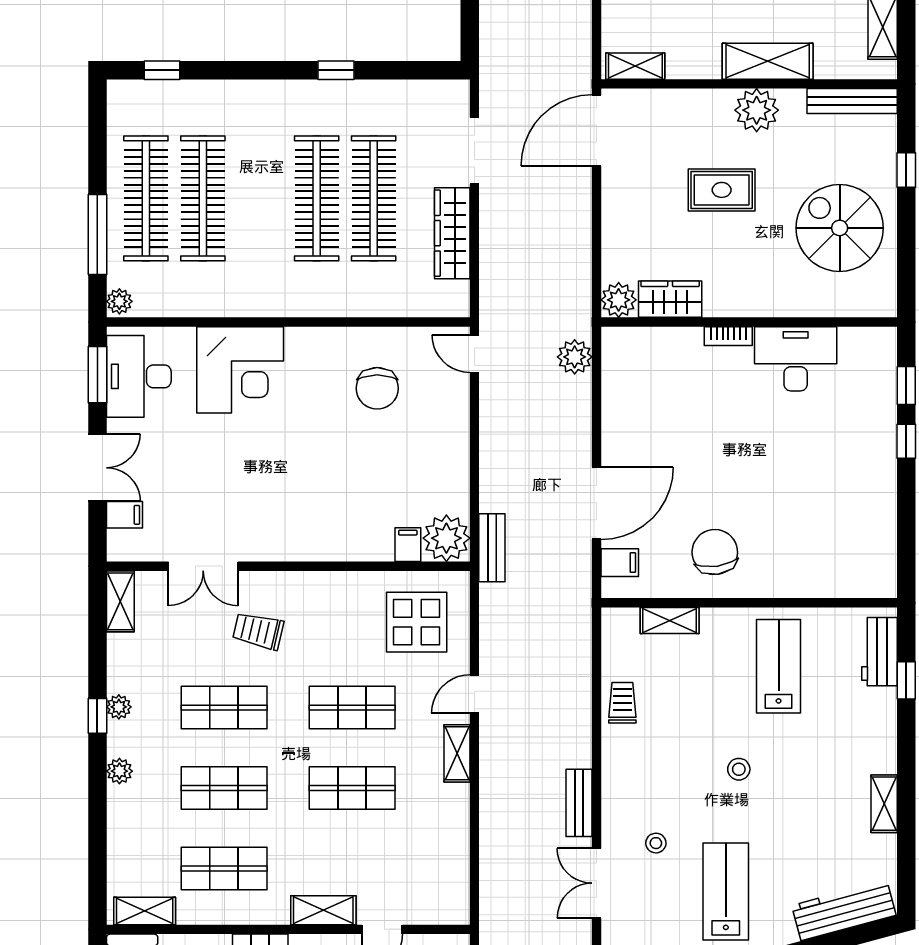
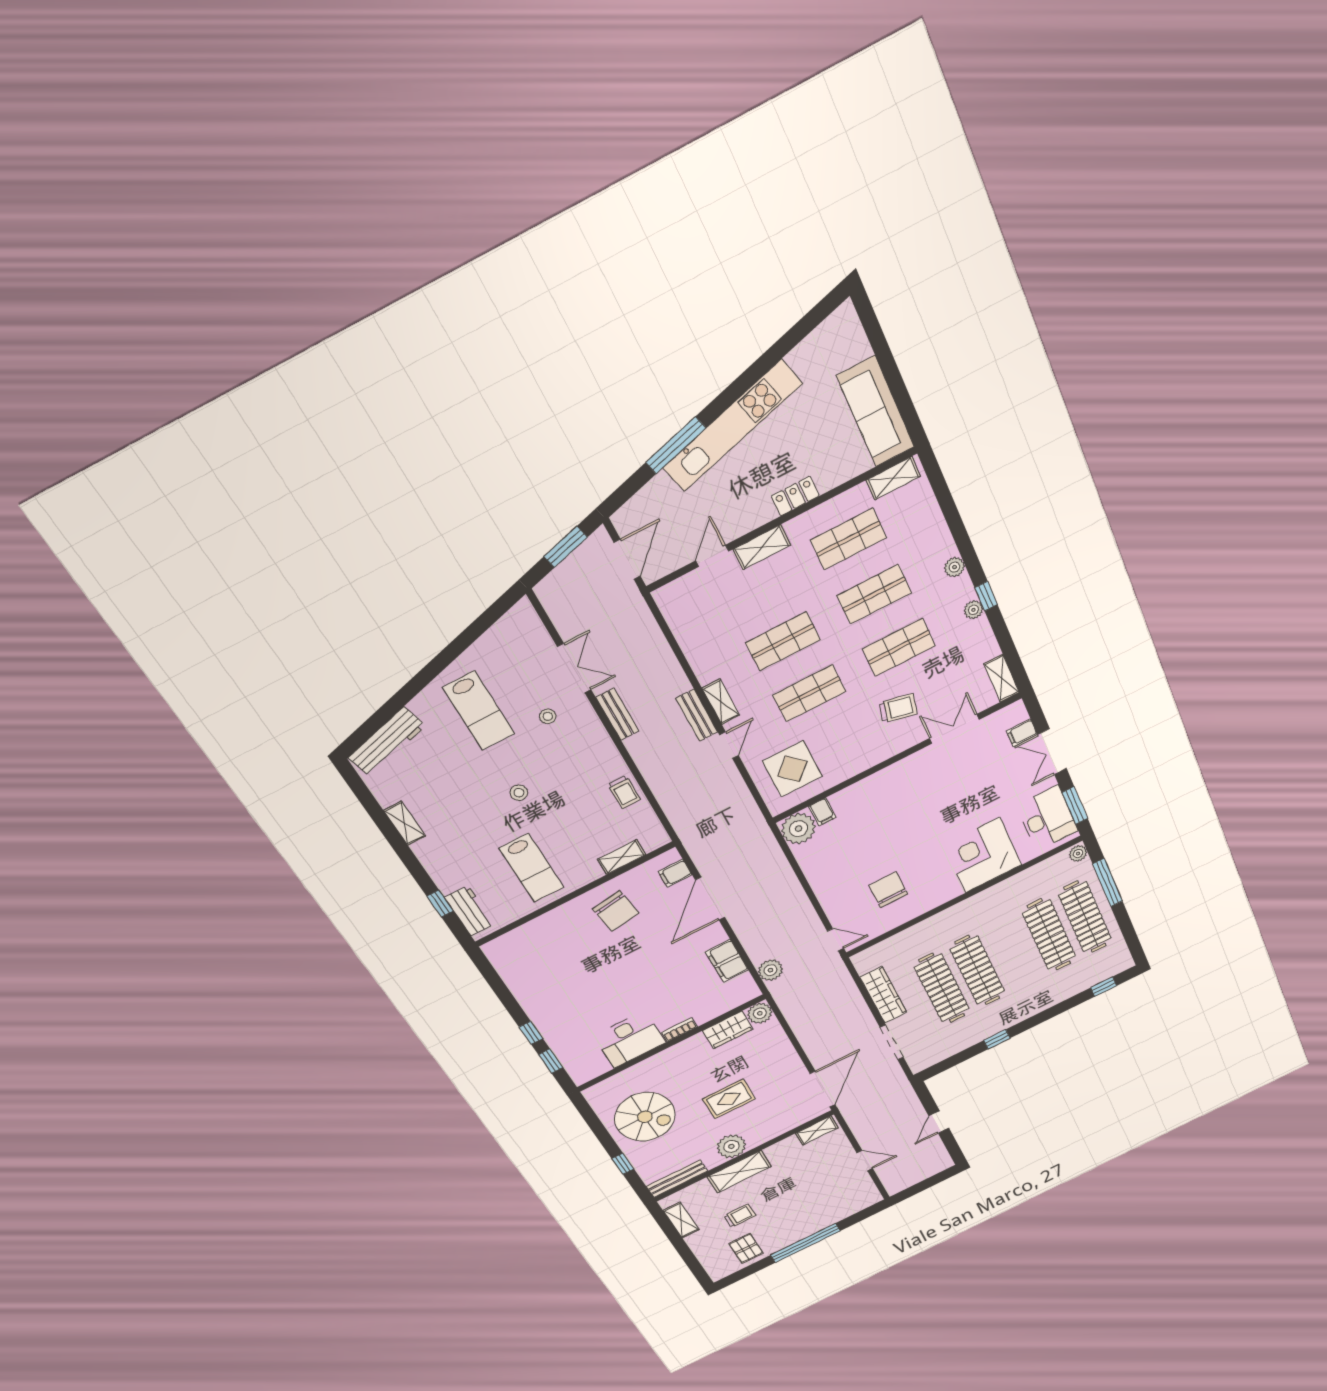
filing cabinet: (620, 403) -> (727, 961), added
bench: (492, 548) -> (697, 715), moved

